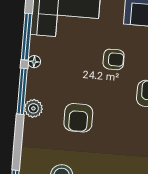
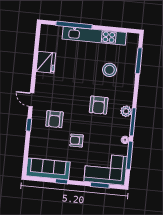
armchair: (78, 118) -> (99, 105), turned 180

